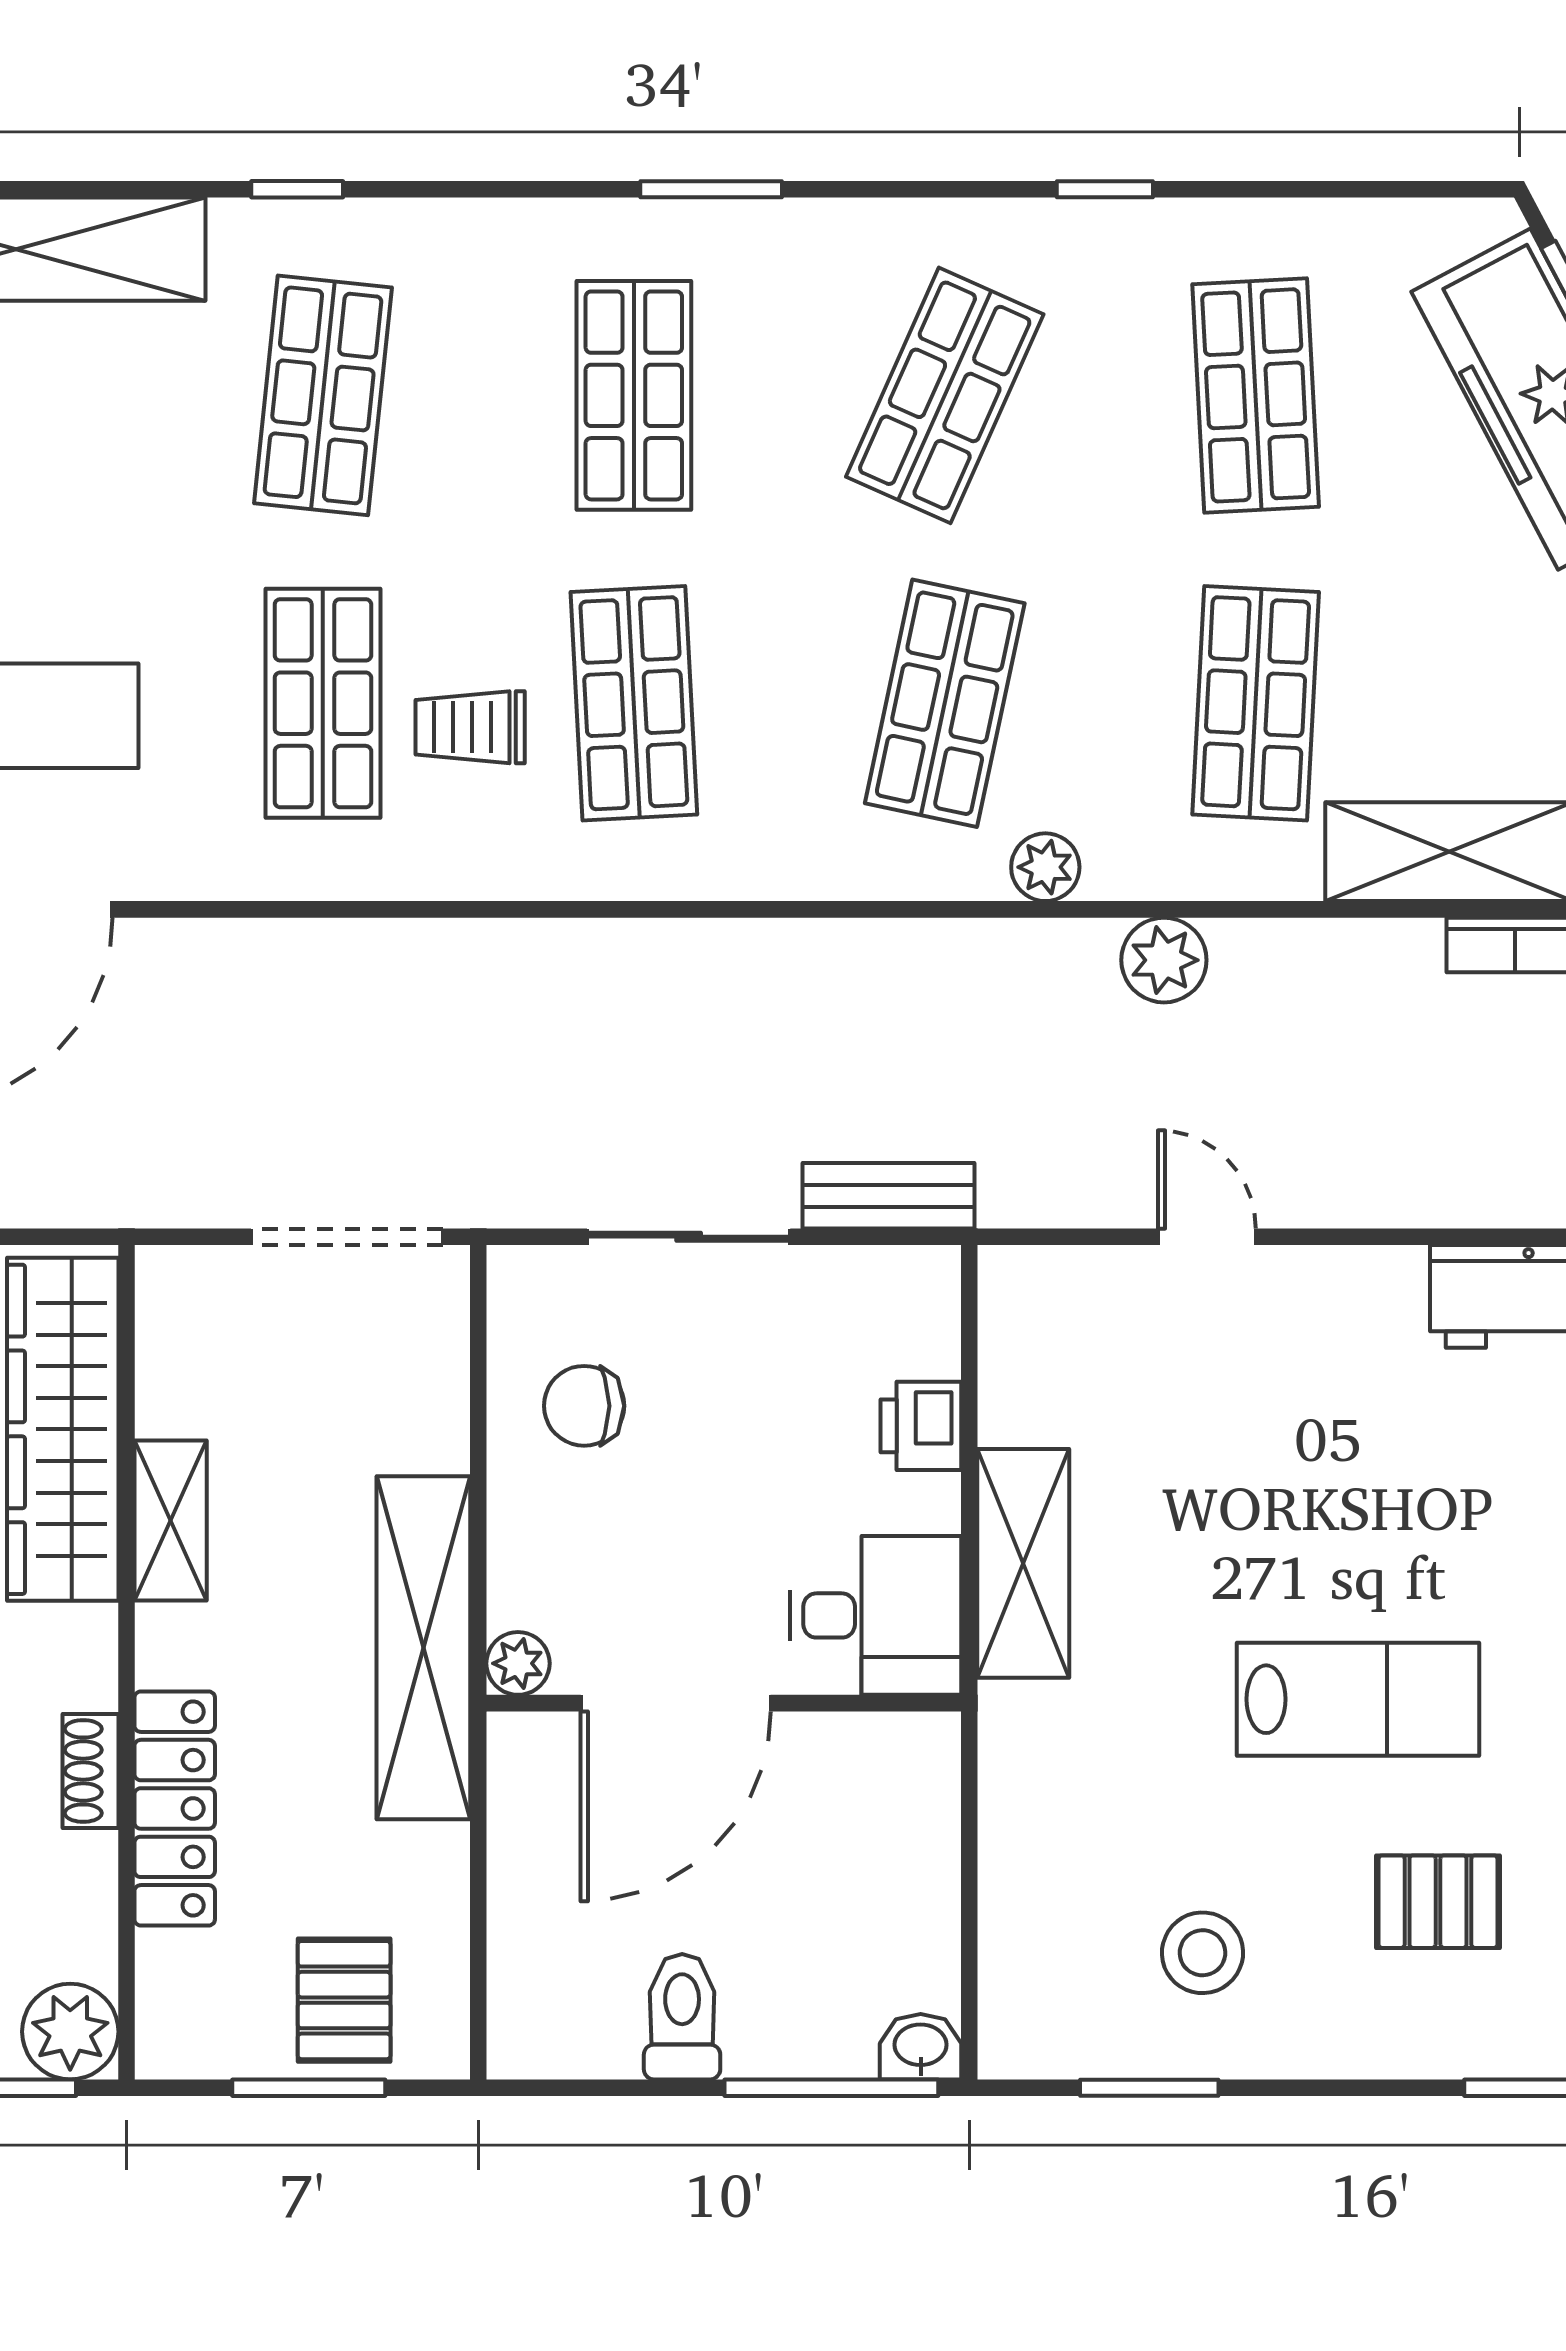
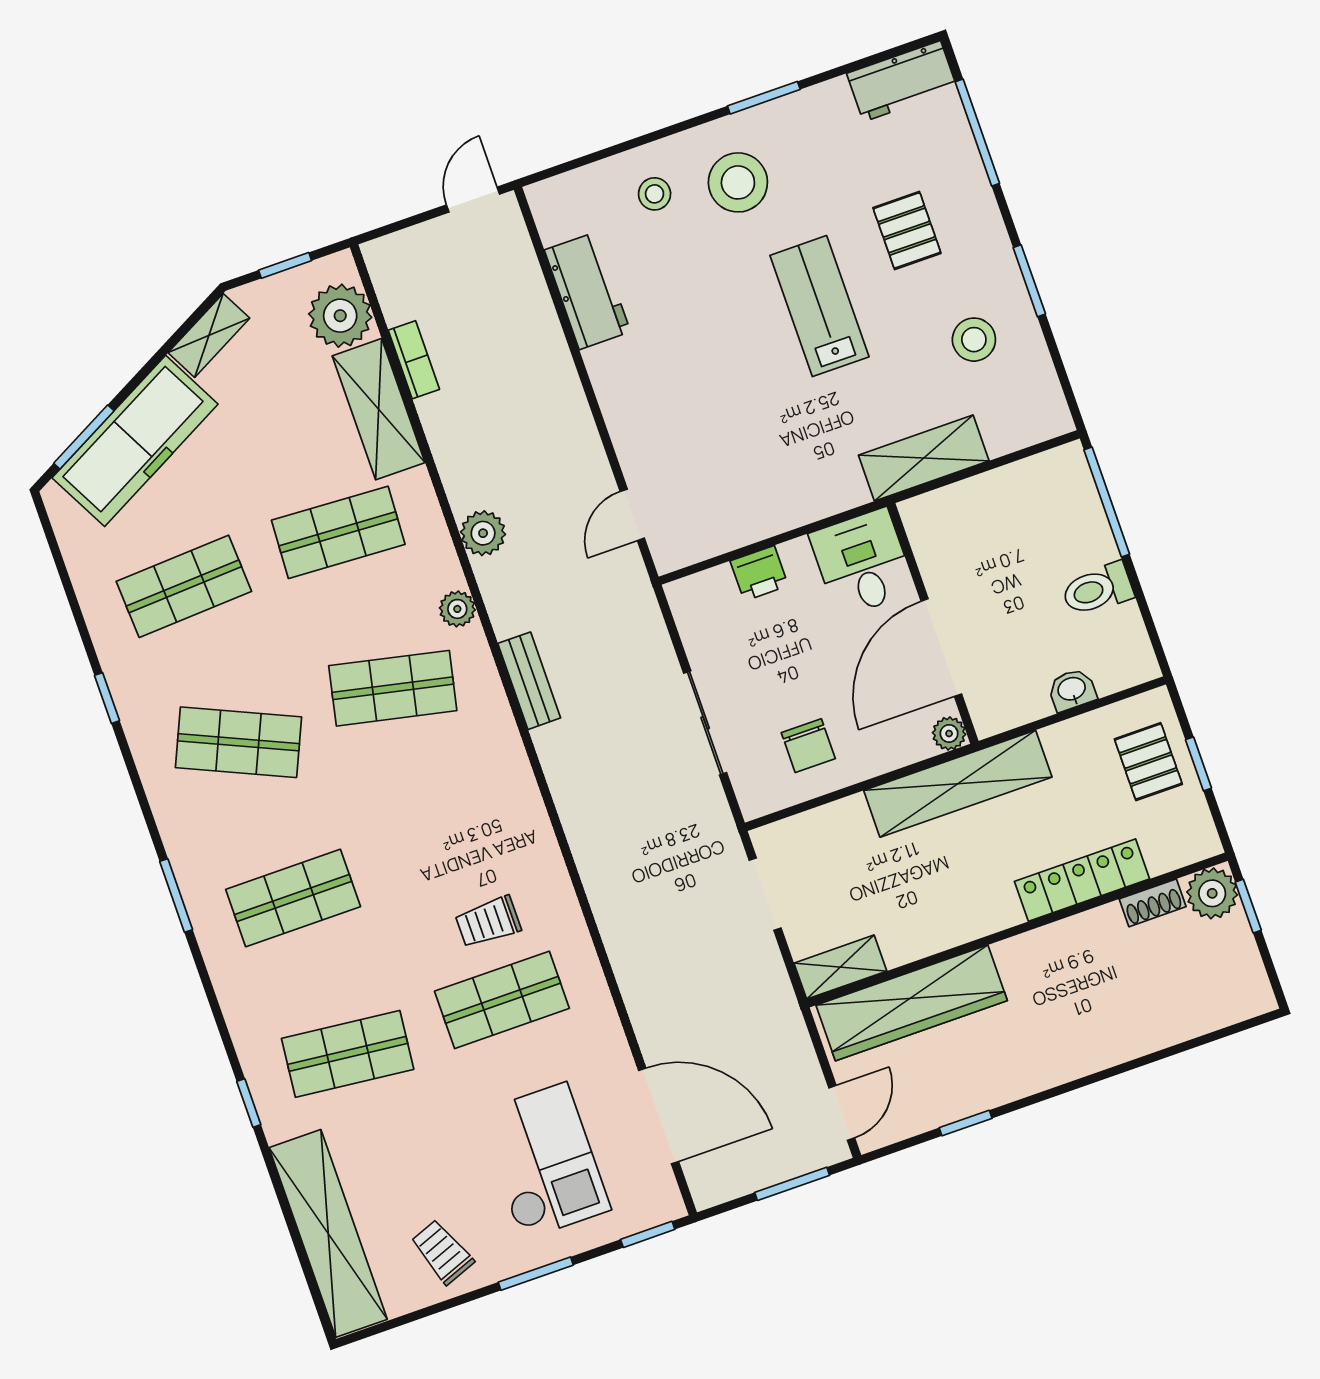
shop shelf: (634, 703) -> (447, 844), removed
trolley: (470, 727) -> (488, 922), turned 90
bench: (888, 1196) -> (529, 681), moved
doorway: (347, 1237) -> (765, 894), width x0.73
door: (1207, 1237) -> (632, 515), moved
shelving: (171, 1521) -> (840, 967), moved
shelving: (1023, 1563) -> (924, 458), moved
door: (676, 1703) -> (941, 648), swing flipped
shoe rack: (90, 1771) -> (1153, 903), moved
pallet: (344, 2000) -> (1148, 762), turned 90
washbasin: (921, 2047) -> (1072, 690), moved, turned 90
window: (309, 2088) -> (1198, 764), width x0.67
window: (1149, 2088) -> (1029, 281), moved

